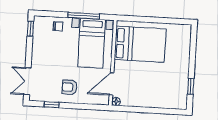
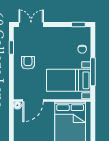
door: (112, 84) -> (33, 100), swing flipped

